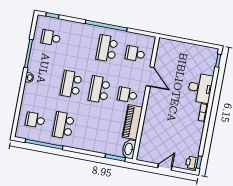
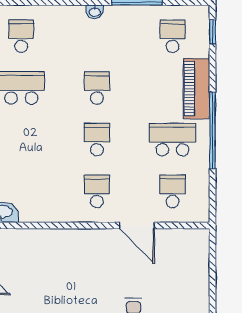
door: (150, 77) -> (137, 226), hinge flipped
school desk: (71, 84) -> (97, 88), width x0.54
school desk: (99, 90) -> (97, 140), width x0.54
piano: (132, 122) -> (197, 89), moved, turned -90

